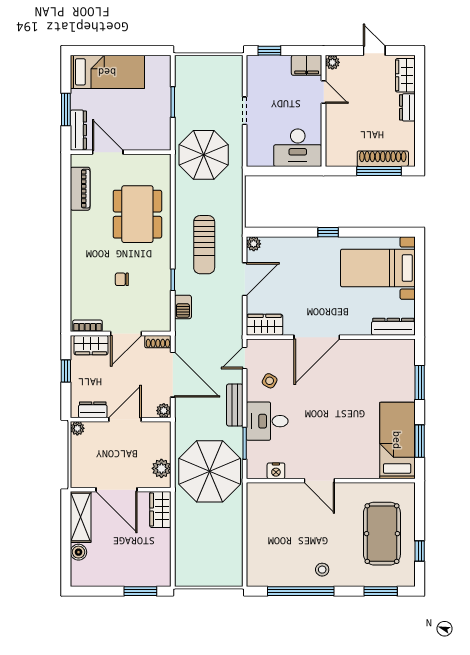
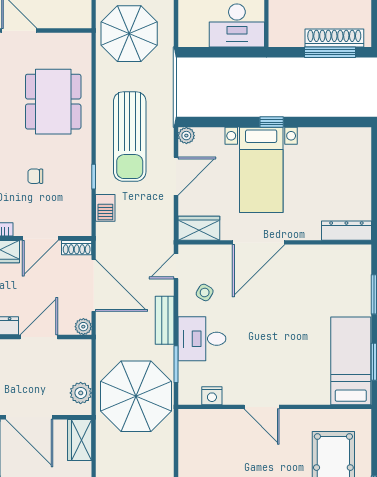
sun lounger: (204, 245) -> (130, 137), width x1.36, depth x1.34
bed with nightstands: (378, 268) -> (261, 170), moved, turned -90

